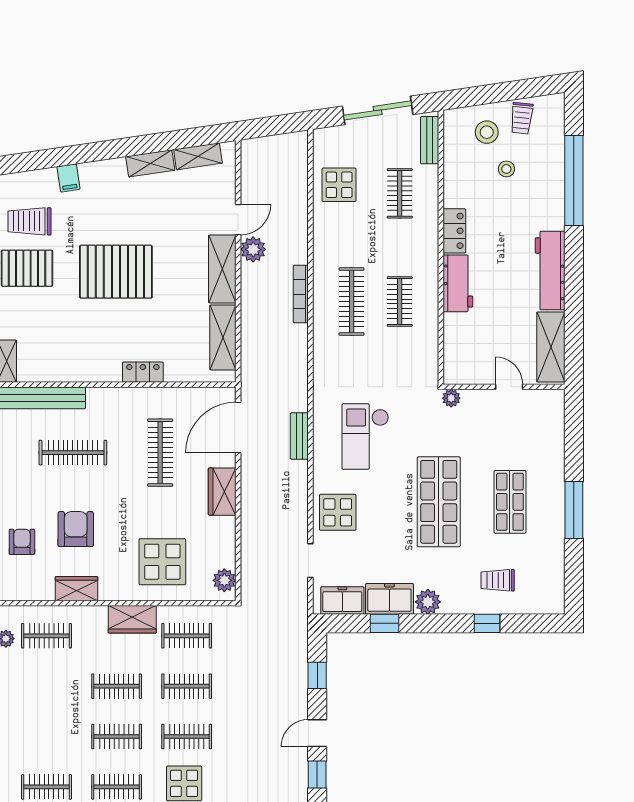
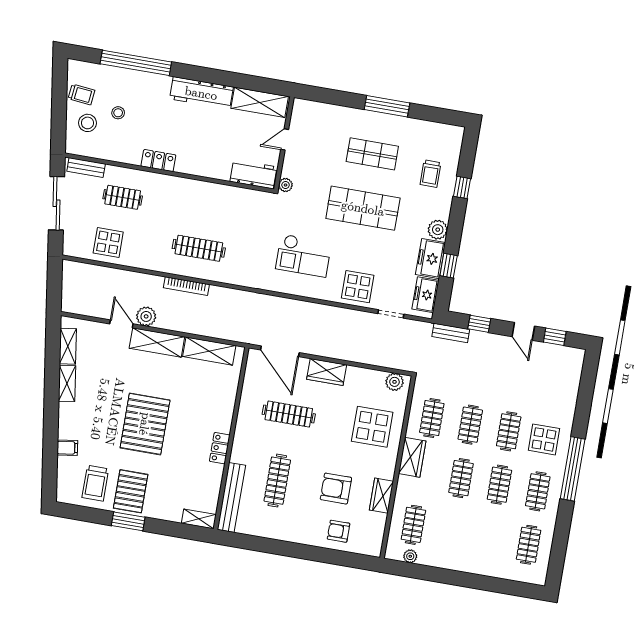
workbench: (458, 283) -> (253, 174), moved
clothes rail: (400, 302) -> (205, 212), removed
locker: (143, 372) -> (220, 448), moved
bench: (299, 436) -> (451, 333), moved

